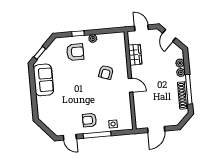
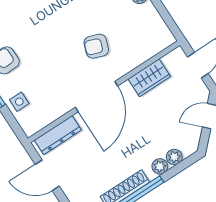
door: (131, 85) -> (97, 97), width x1.87
dresser: (139, 114) -> (58, 135), added

